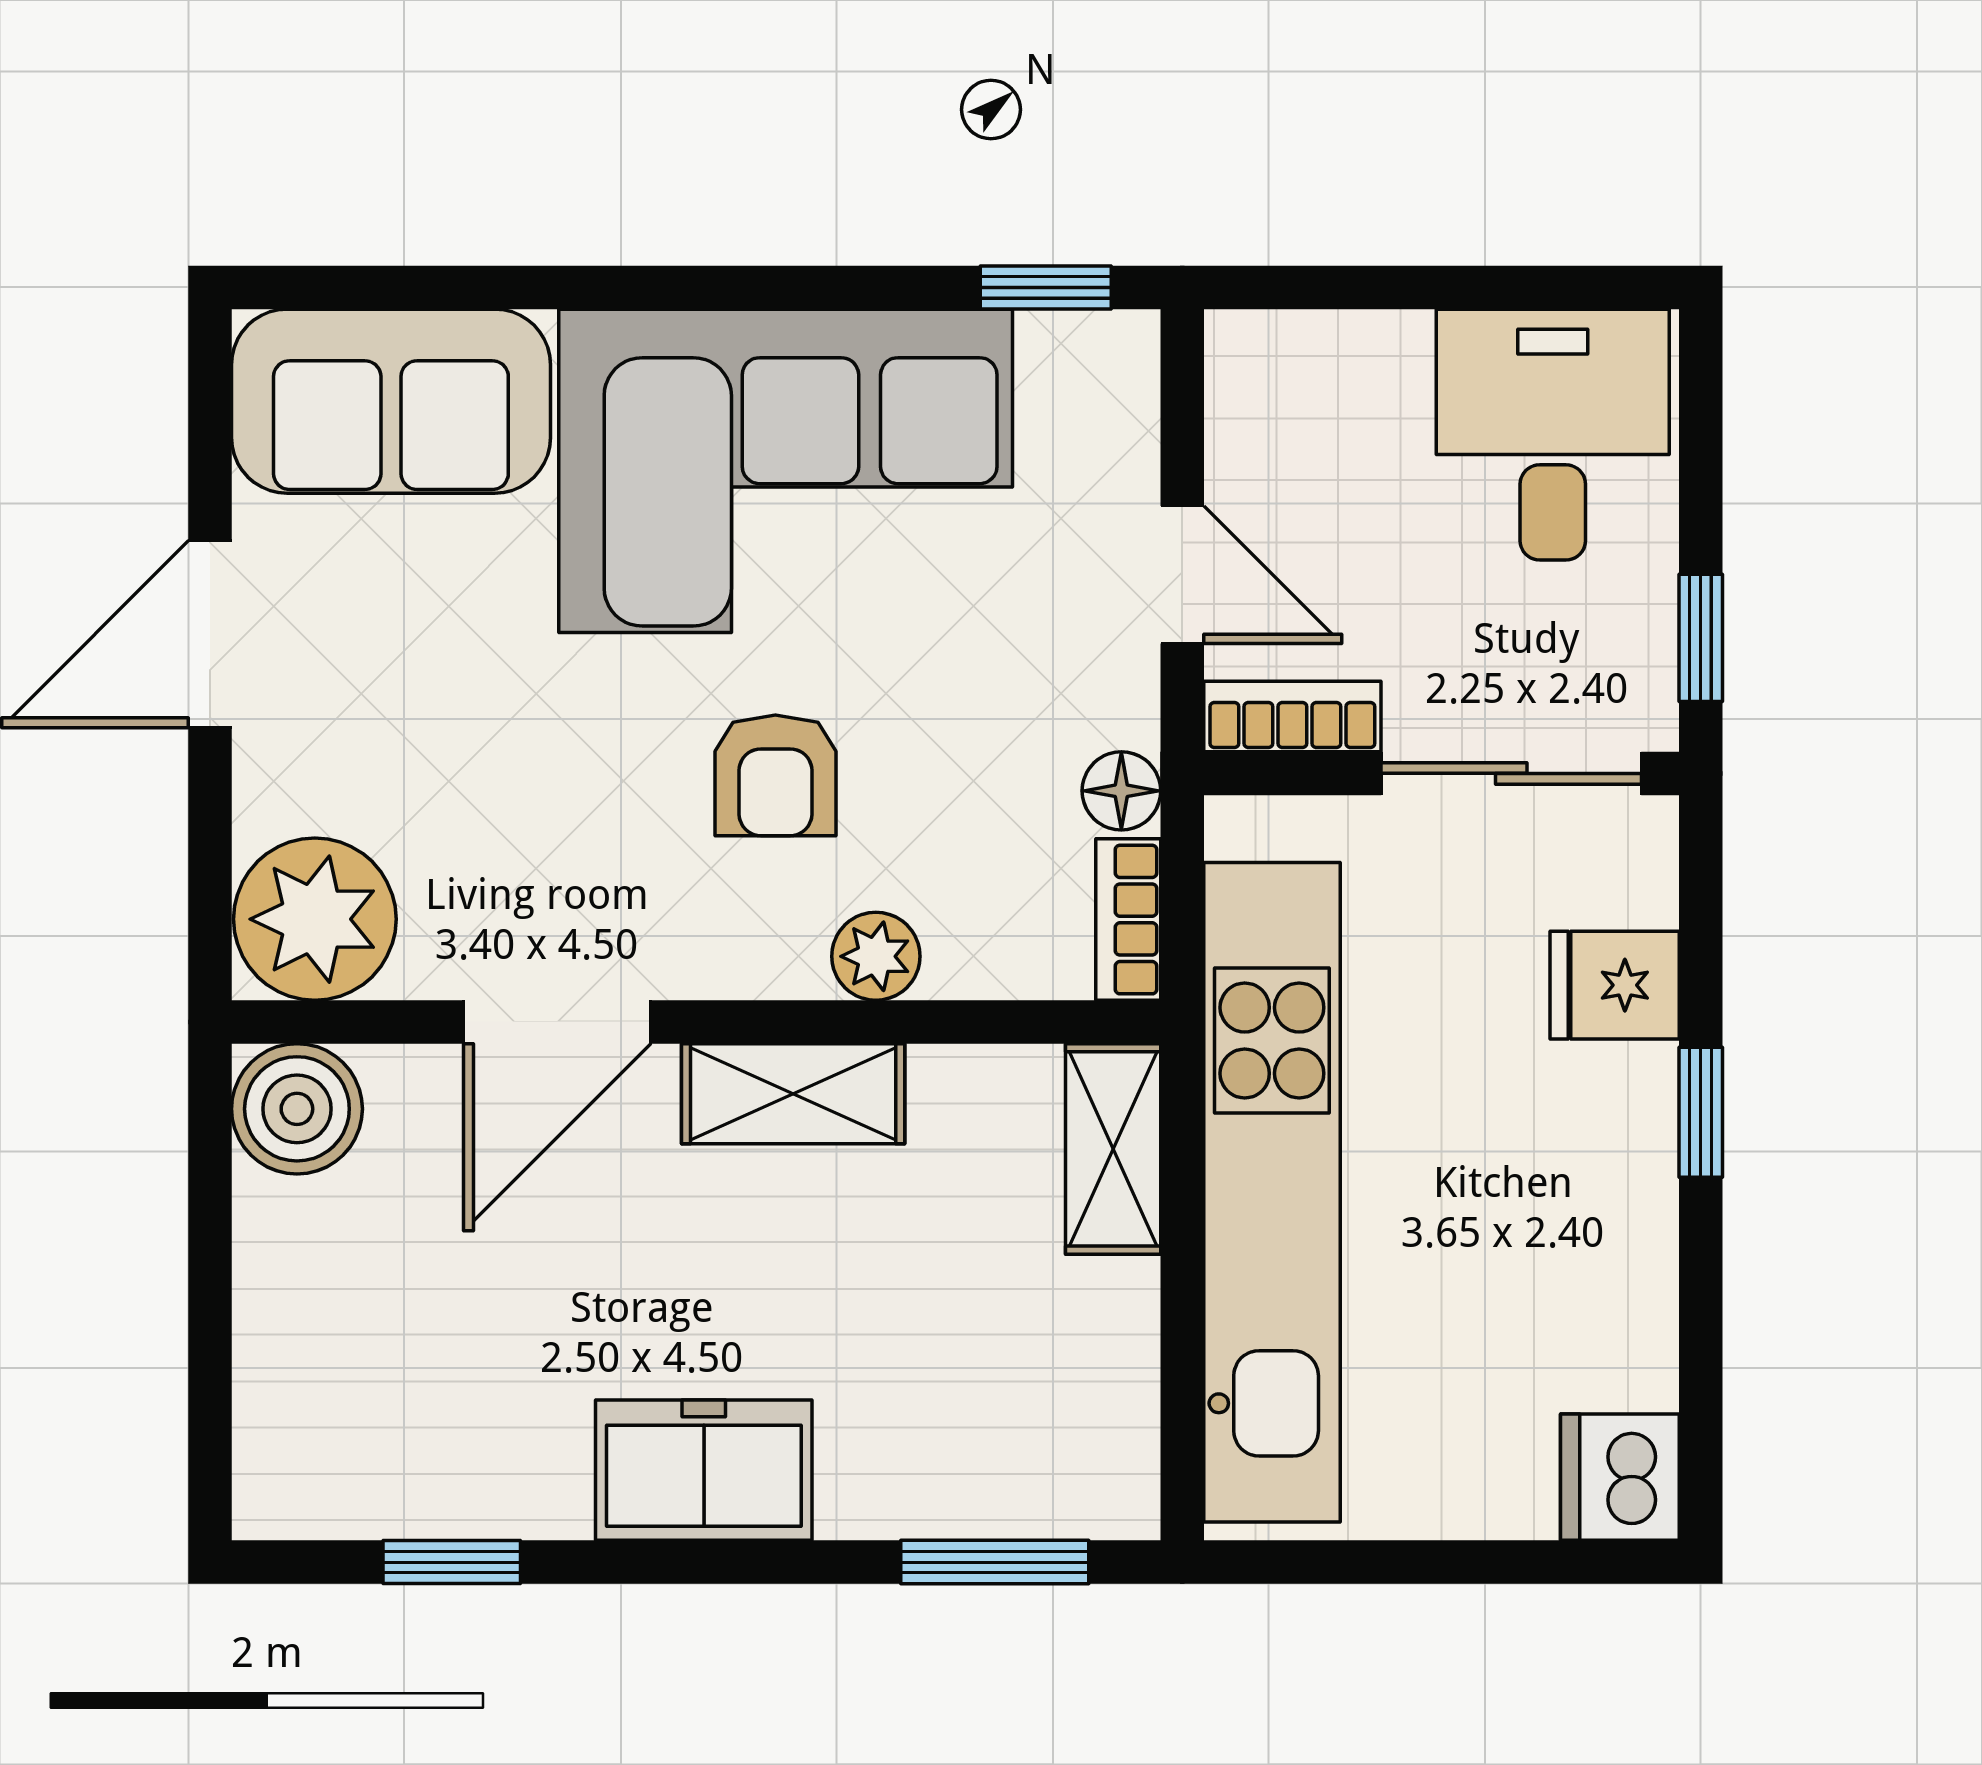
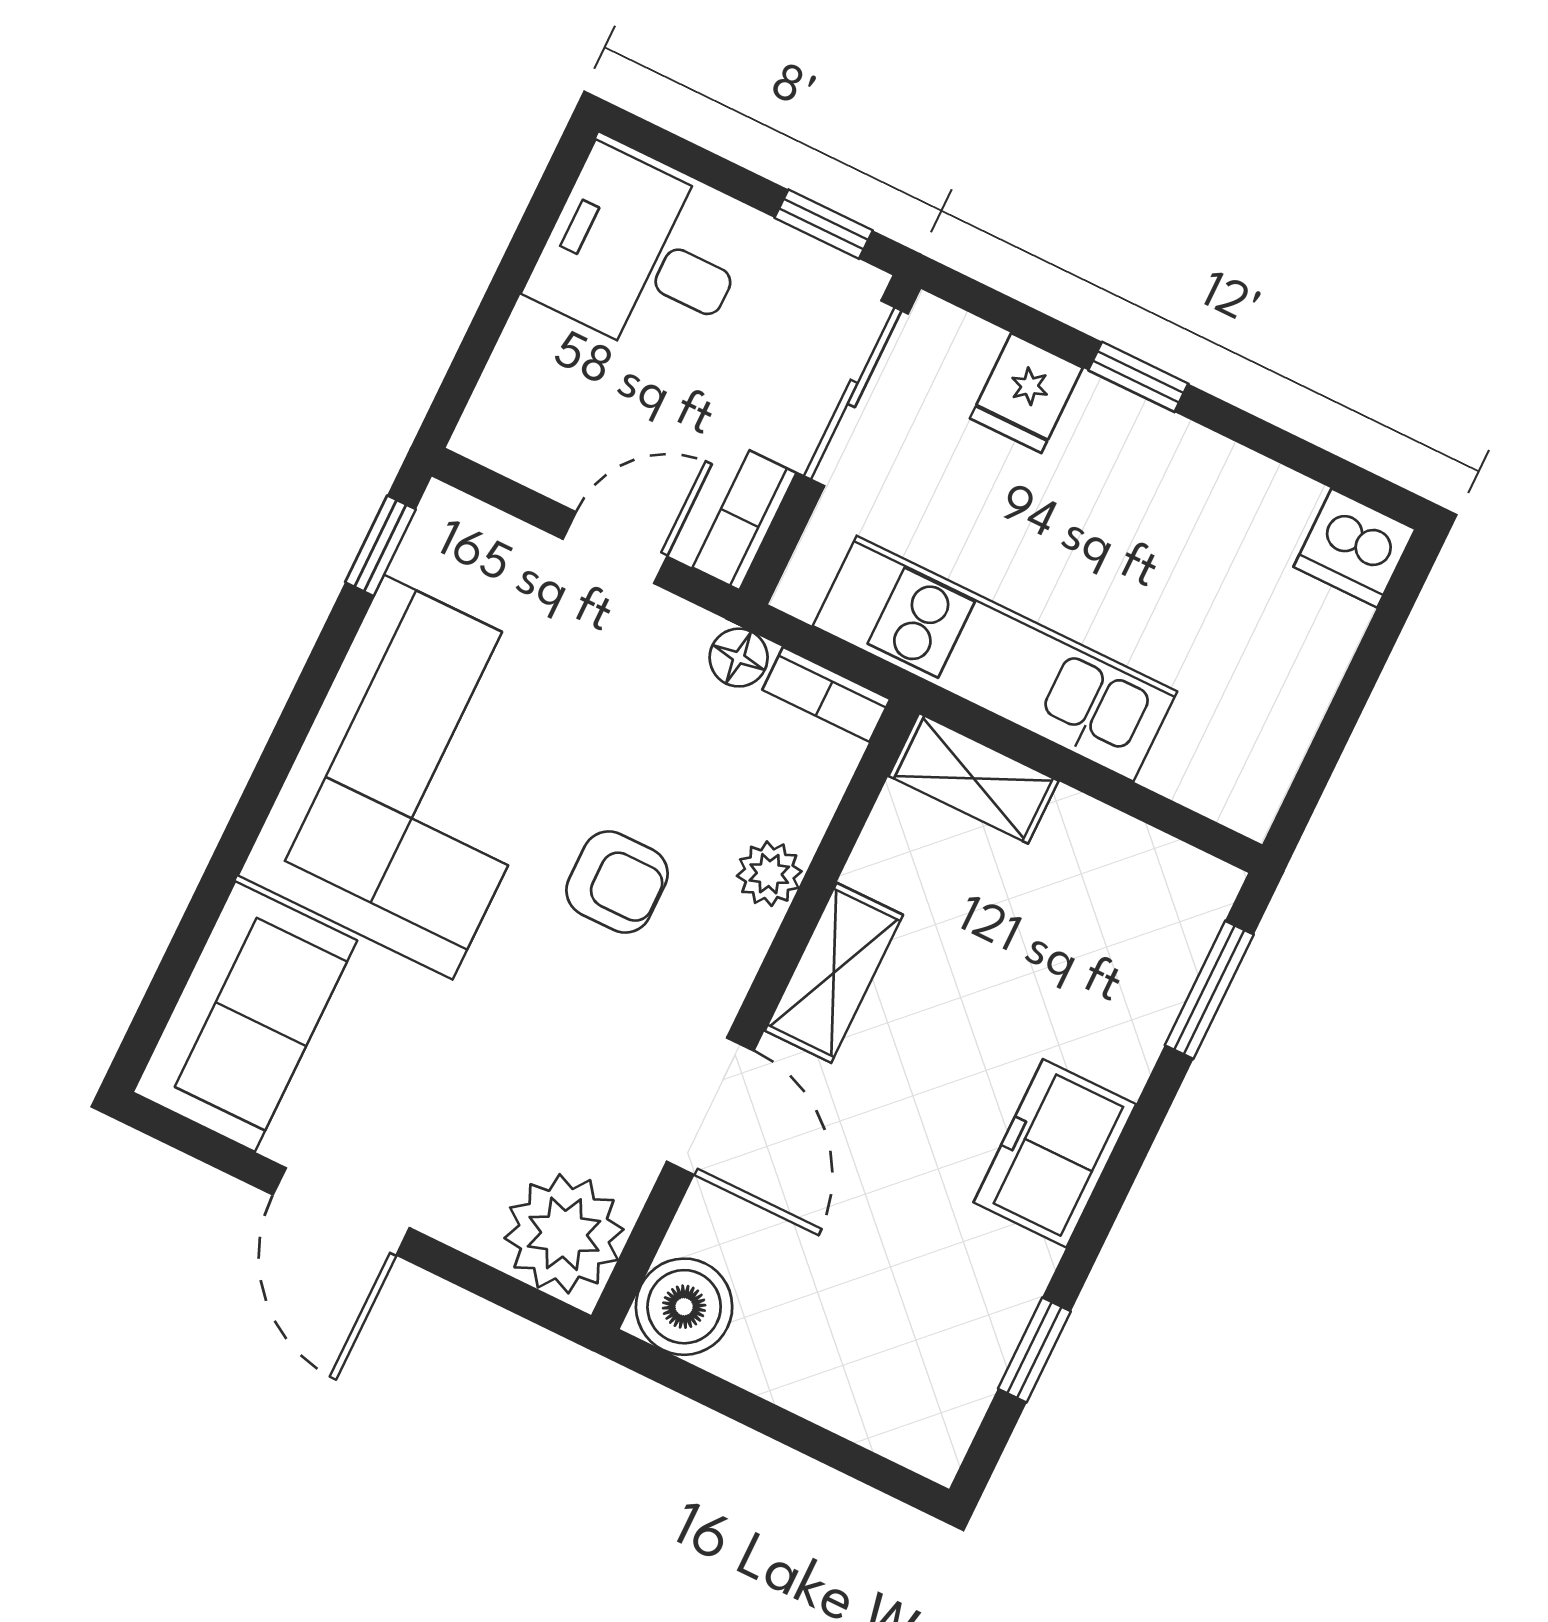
kitchen unit: (1272, 1192) -> (995, 659), width x0.73

